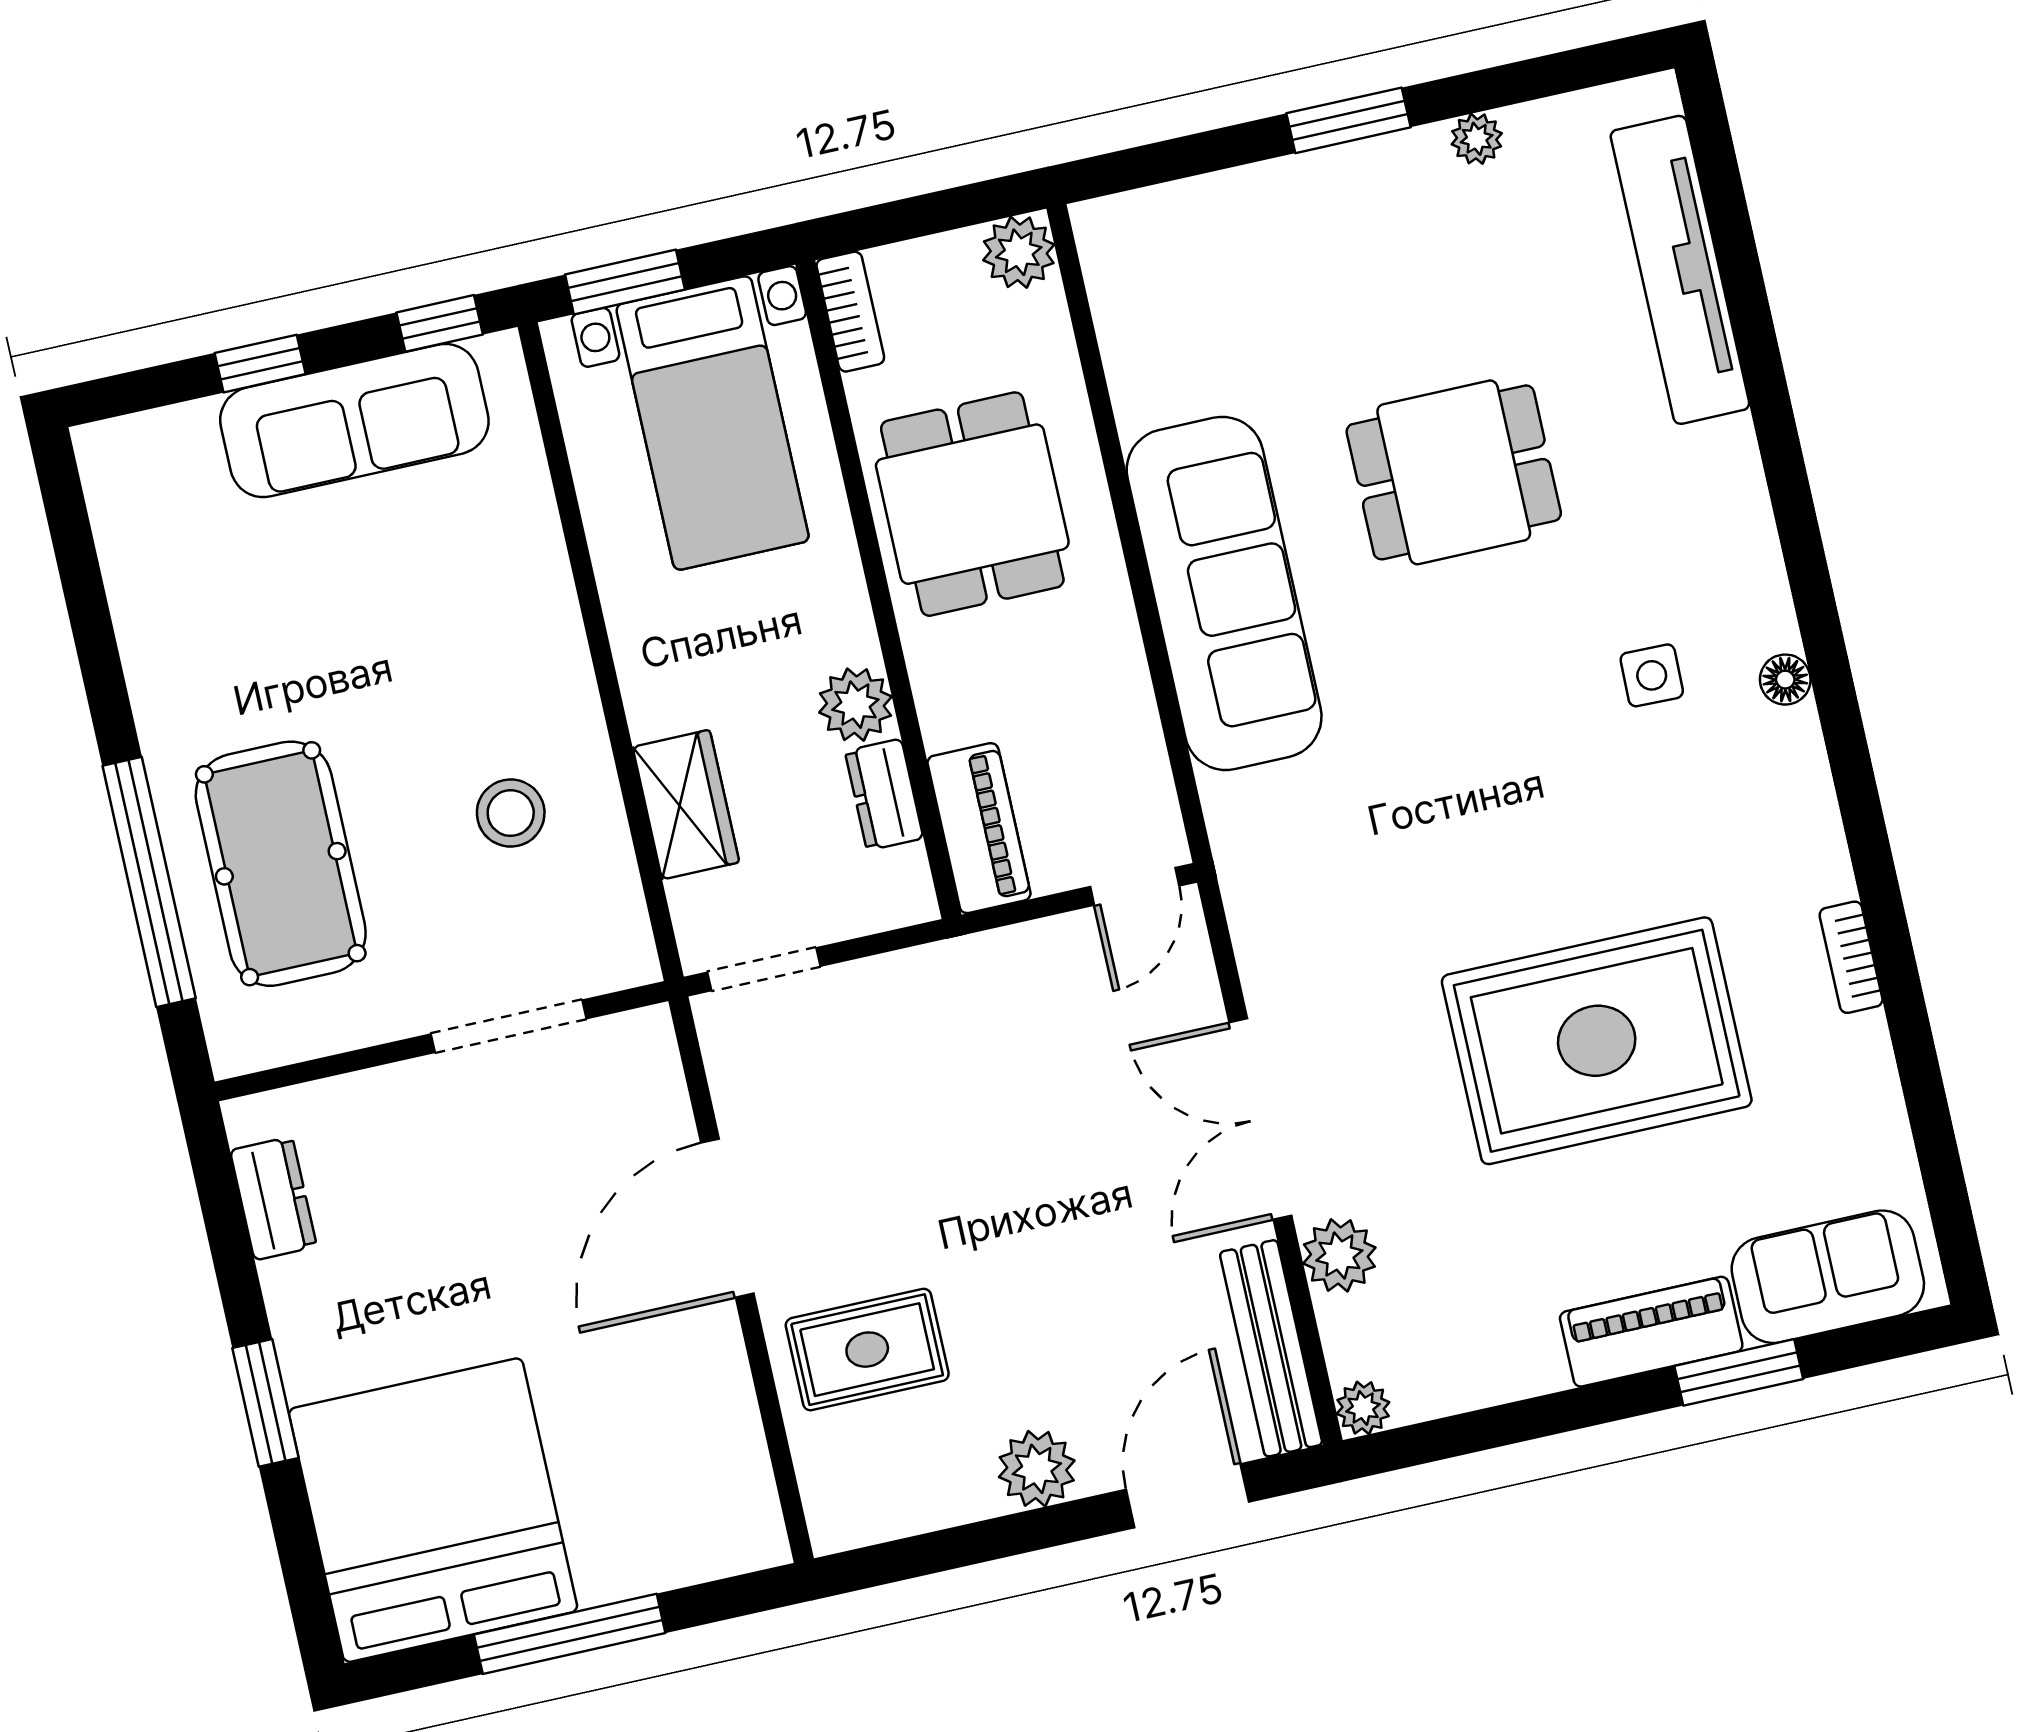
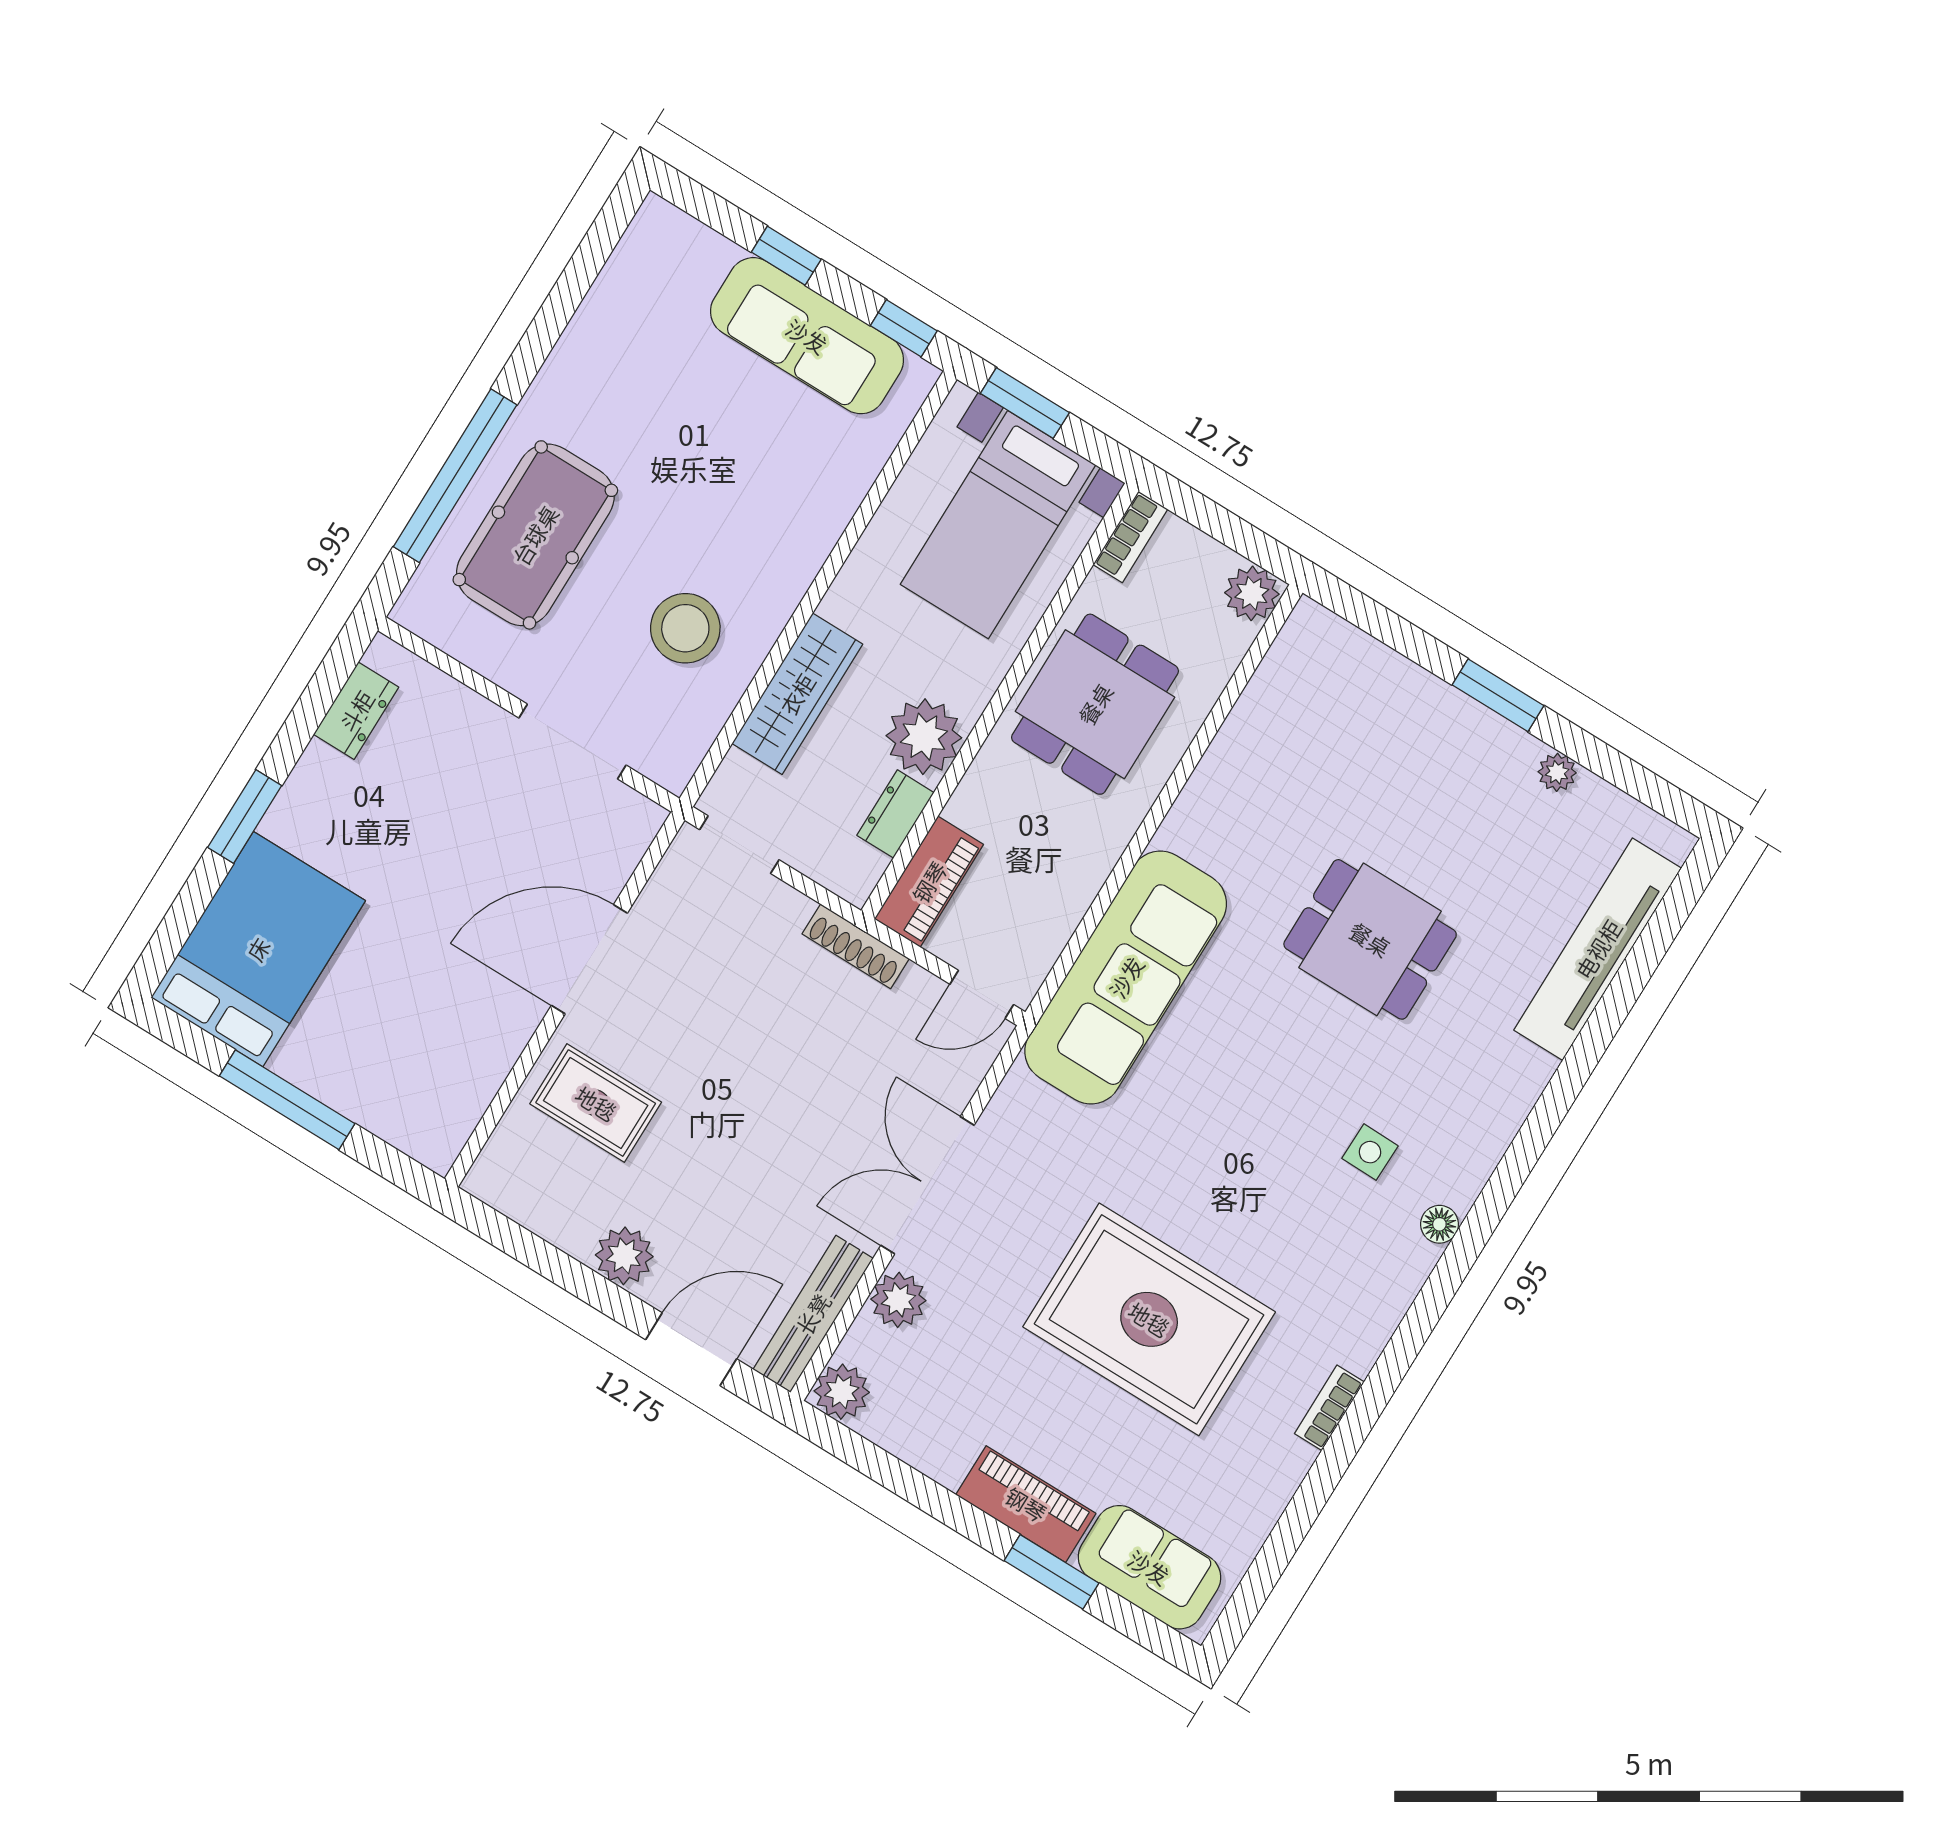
sofa: (1224, 593) -> (1126, 977), moved
plant: (855, 705) -> (924, 737), width x1.36, depth x1.36
wardrobe: (686, 805) -> (797, 694), width x1.50
stool: (511, 813) -> (685, 628), width x1.38, depth x1.38
shoe rack: (969, 958) -> (856, 946), added
plant: (1363, 1408) -> (842, 1392), width x1.38, depth x1.38
bed: (433, 1510) -> (258, 949), width x0.73

